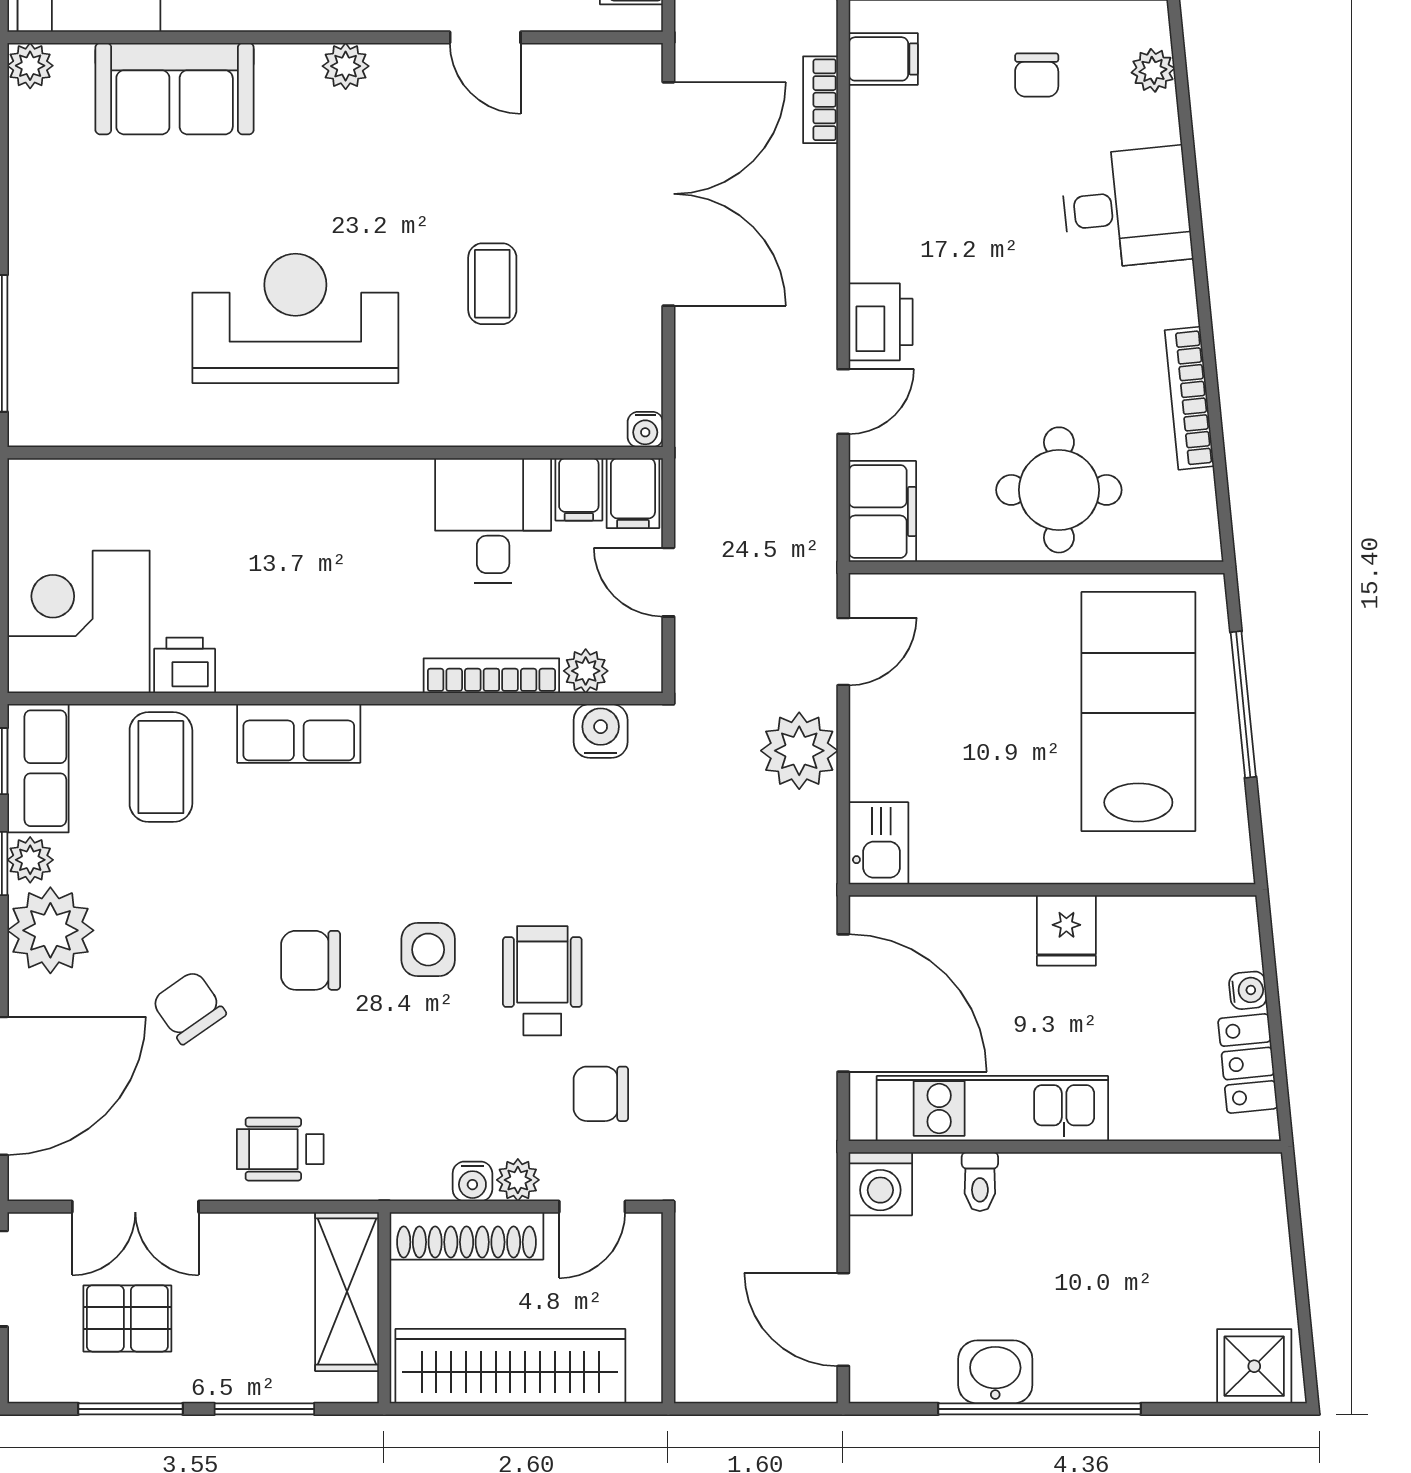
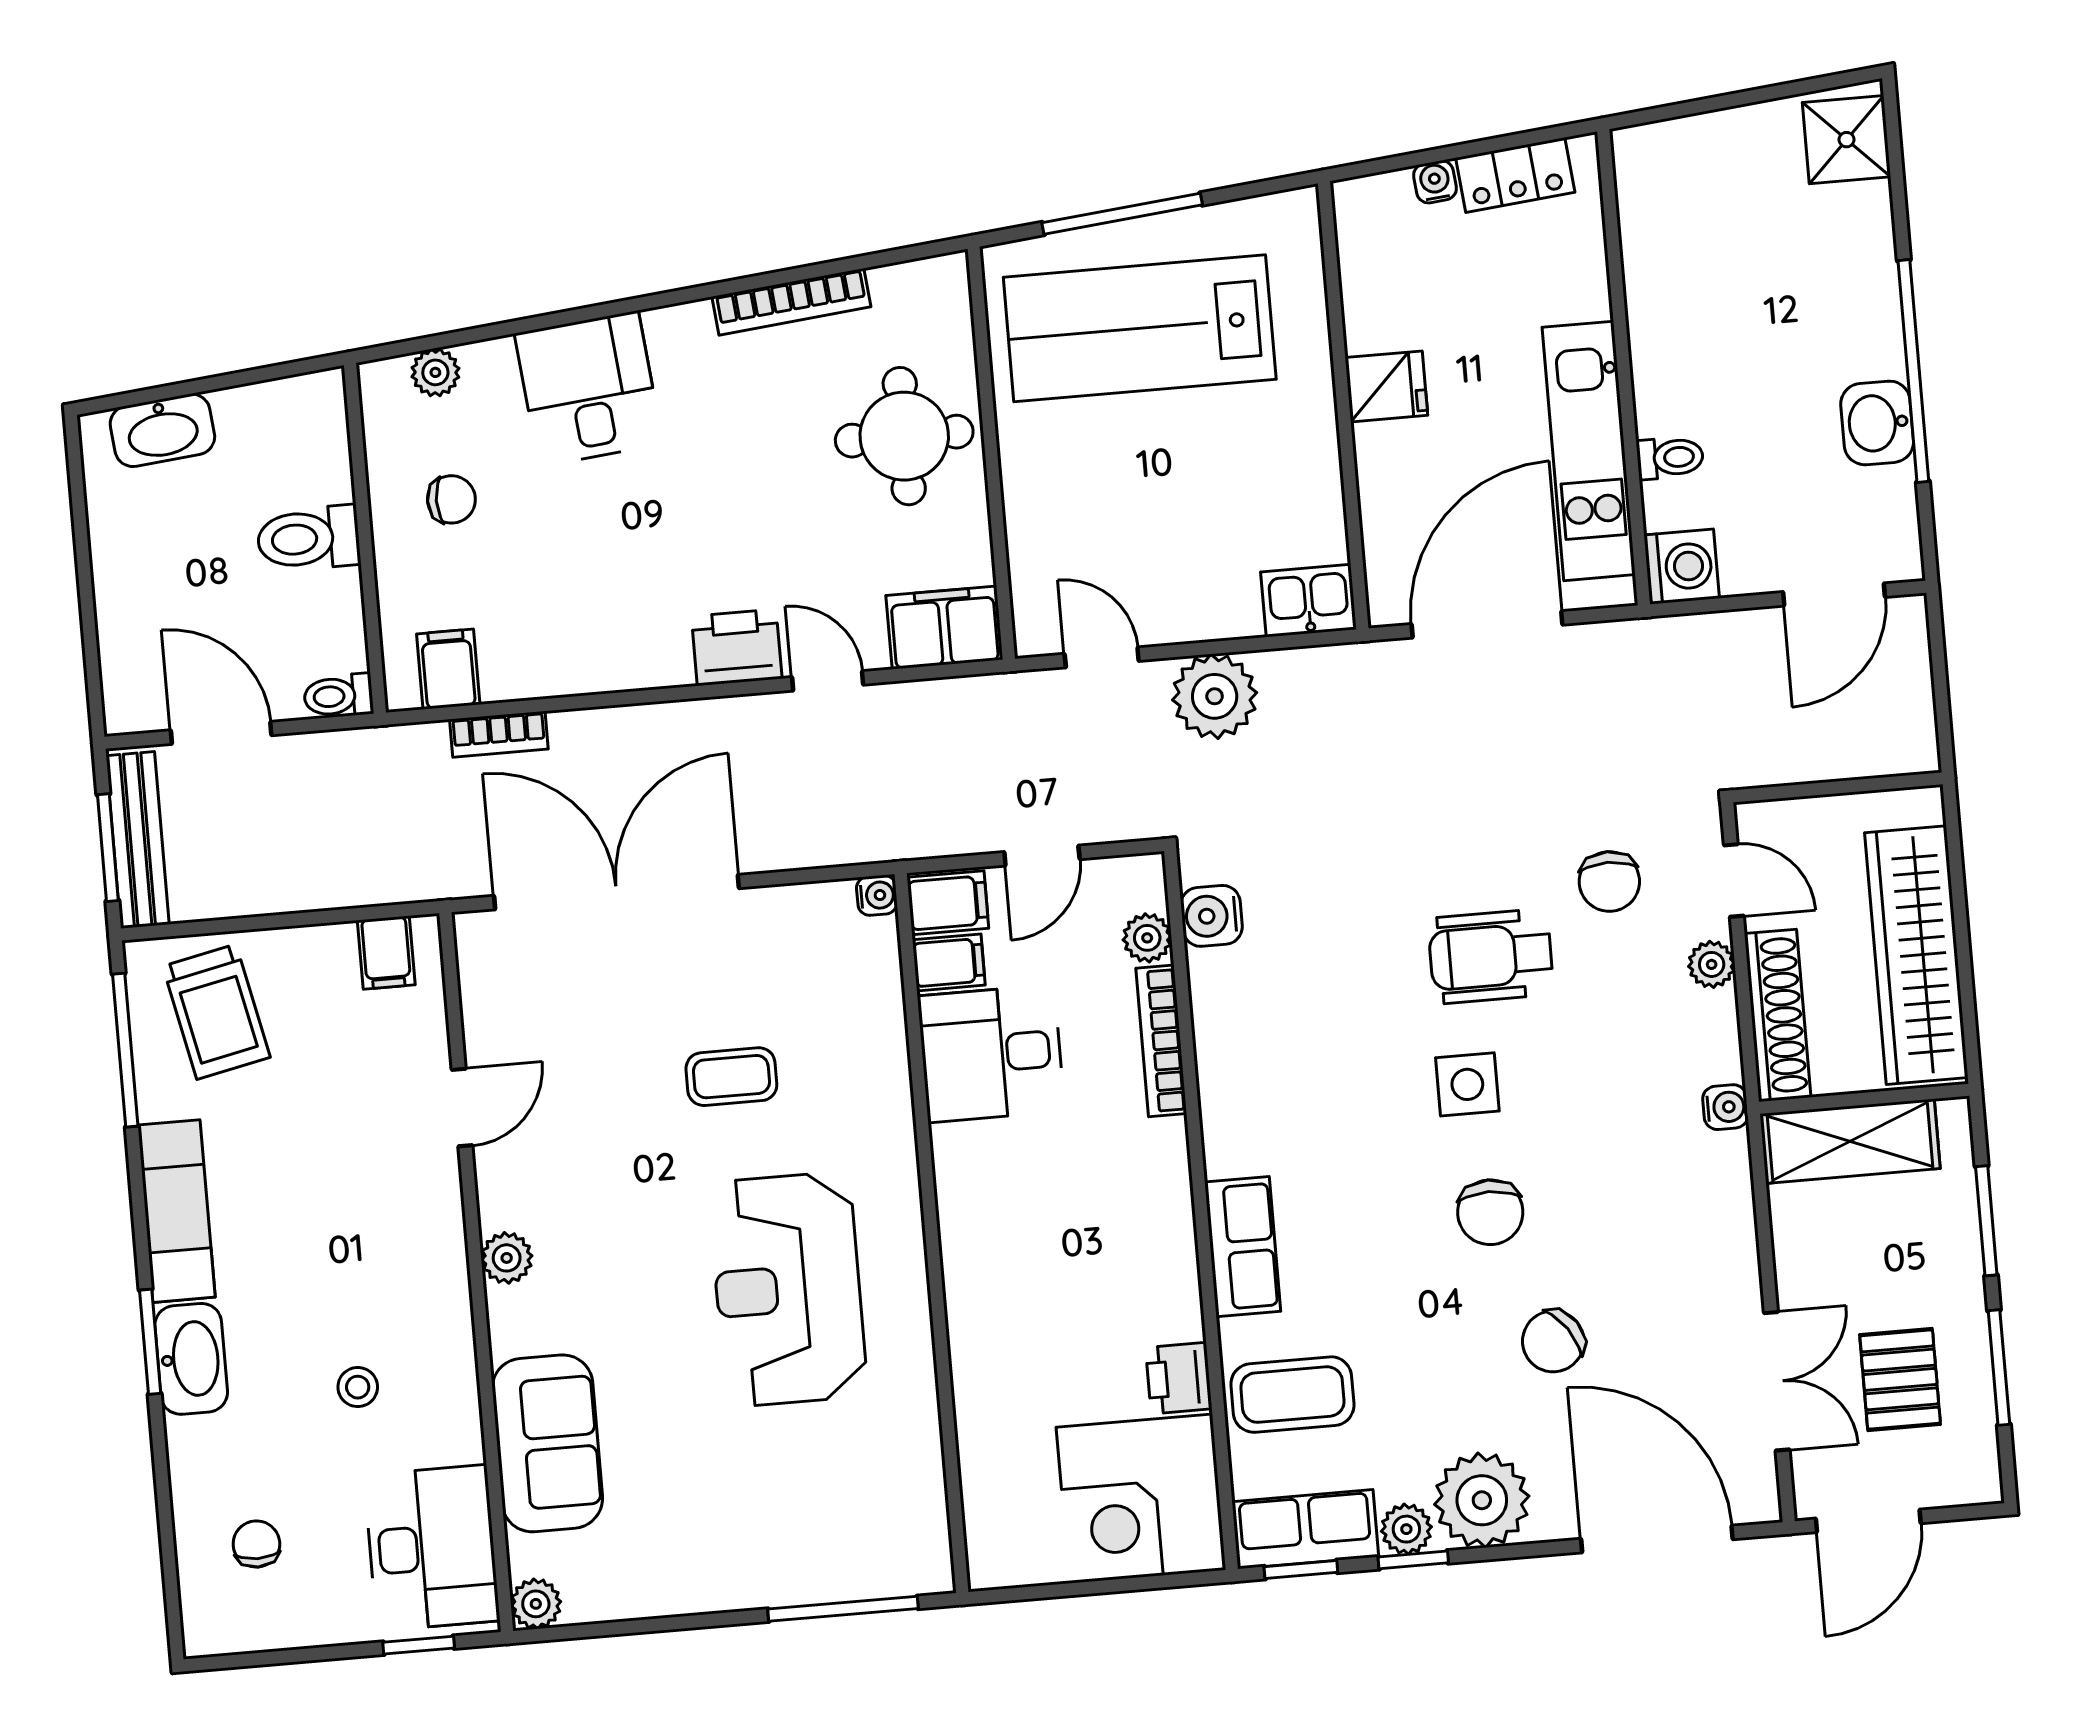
wheelchair: (280, 1149) -> (1700, 1228), removed
water cooler: (472, 1181) -> (1725, 1107), moved

